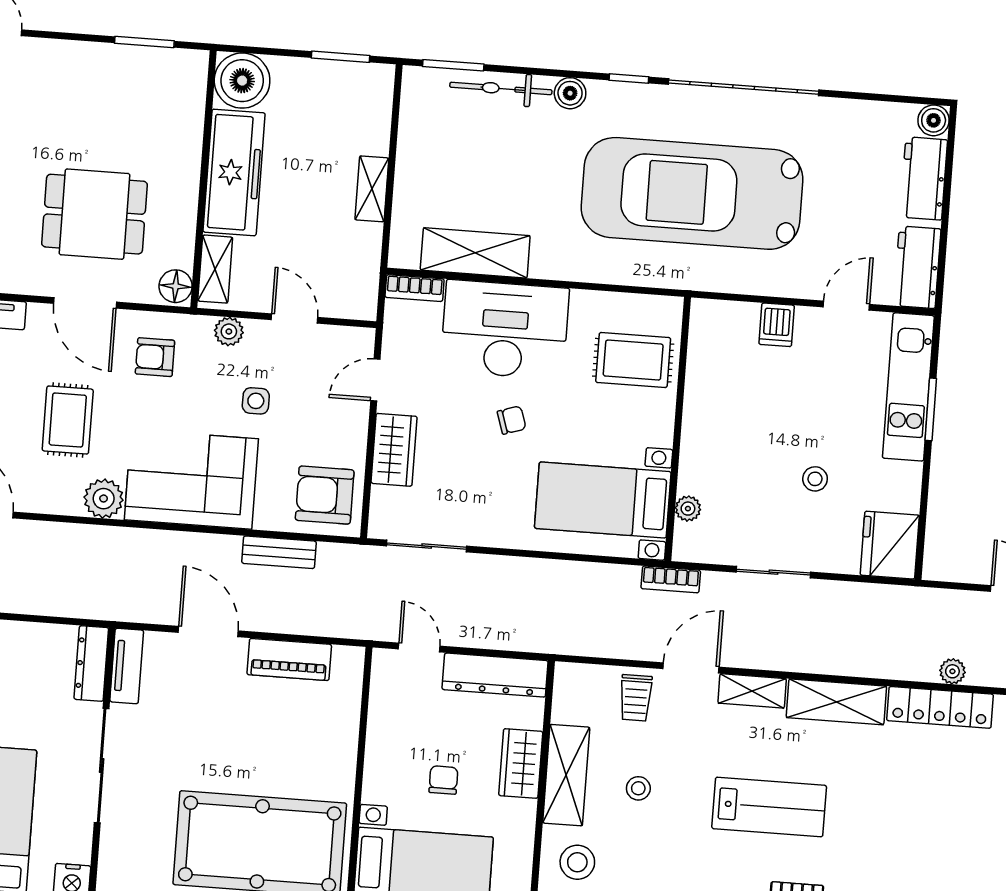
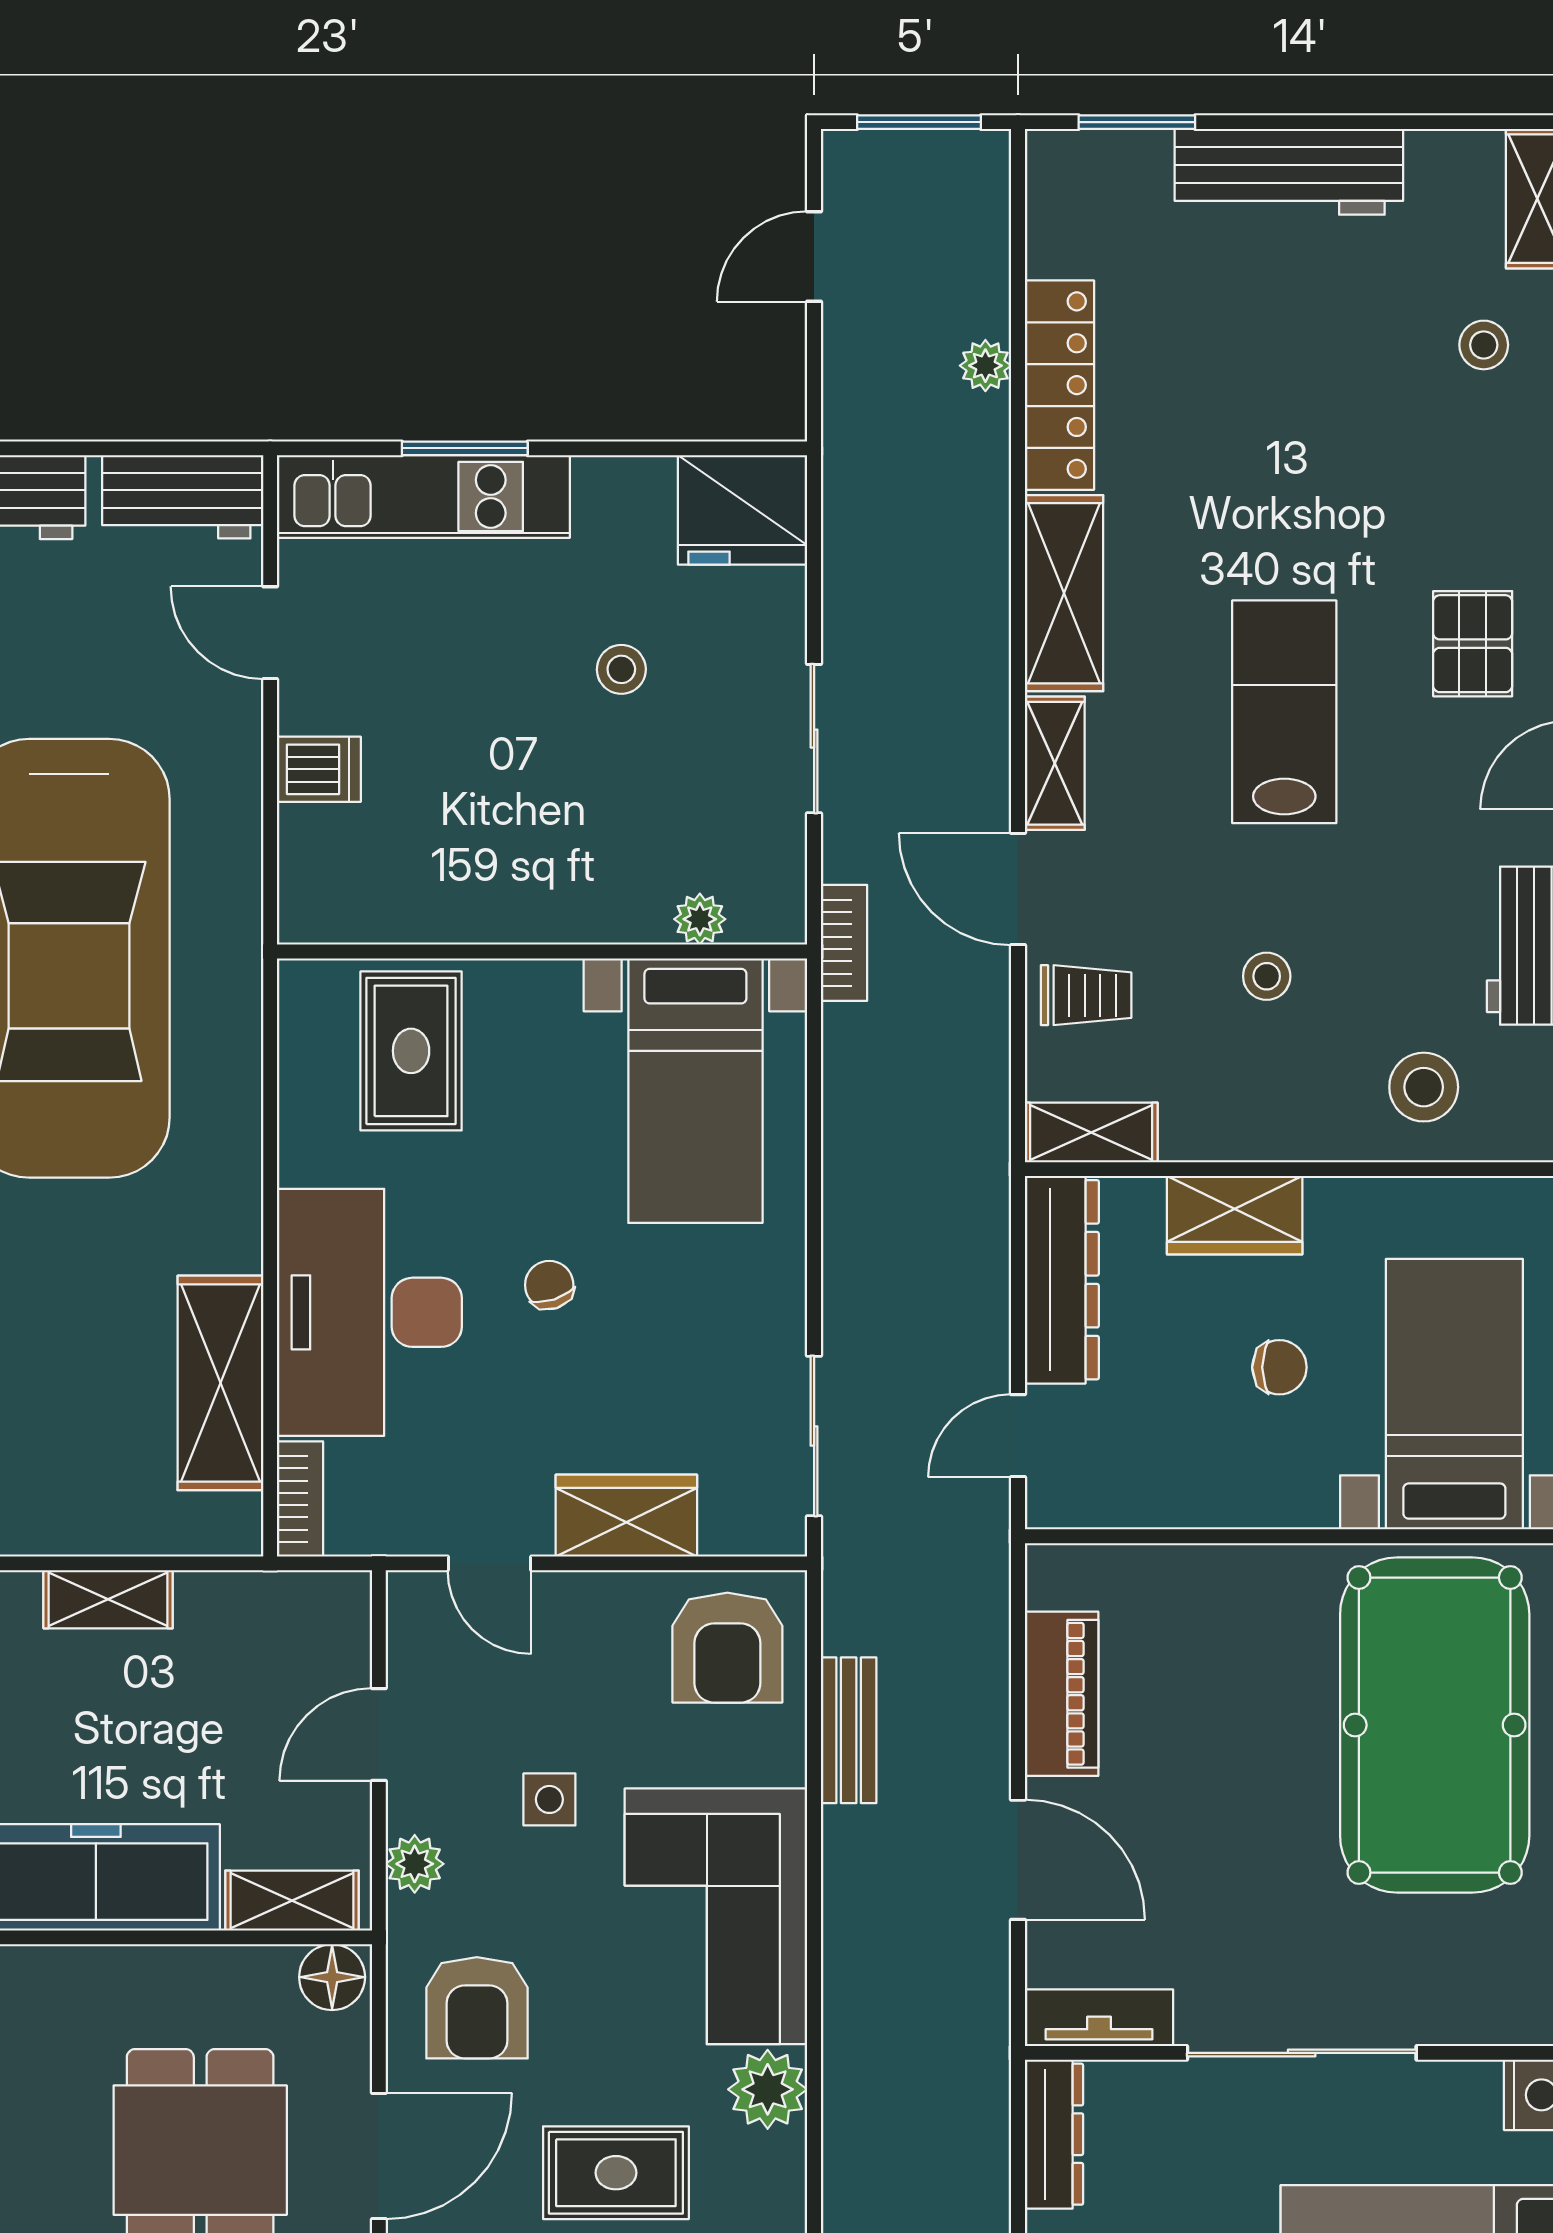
armchair: (155, 357) -> (477, 2008), width x1.38, depth x1.38
door: (208, 632) -> (1018, 1860), swing flipped
dresser: (91, 663) -> (1054, 2134), moved, turned -90
shelving: (566, 775) -> (1091, 1132), moved, width x0.67, depth x0.75
chair: (443, 780) -> (1279, 1367), turned 180

